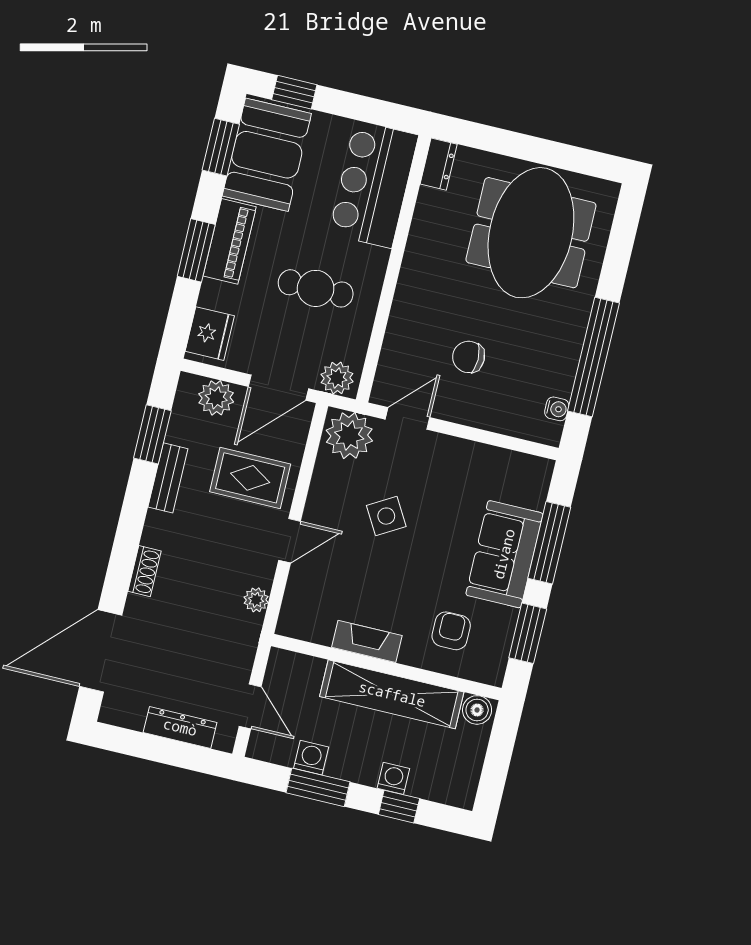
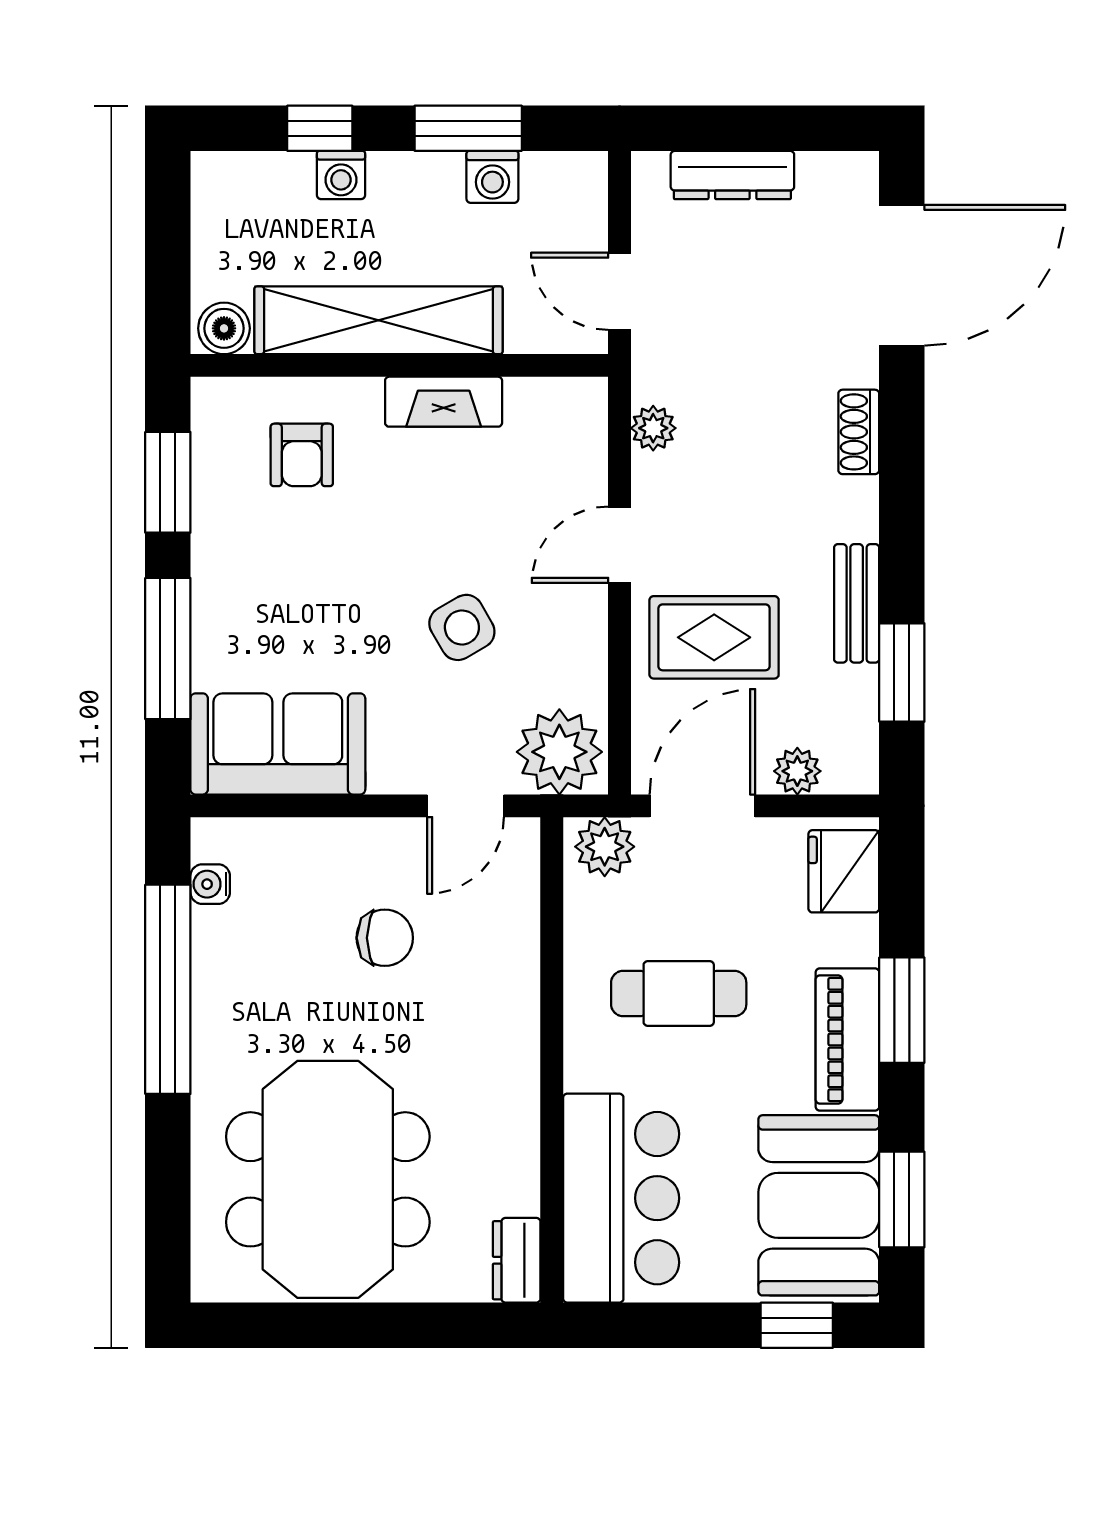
plant: (216, 398) -> (797, 771), width x0.73, depth x0.73
sofa: (504, 554) -> (278, 744), moved, turned -90
door: (250, 706) -> (620, 291), moved

